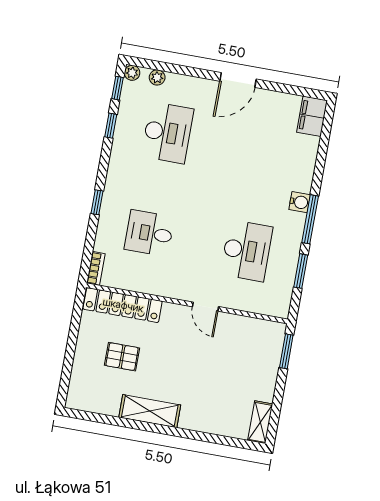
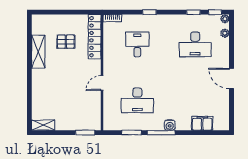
filing cabinet: (312, 116) -> (202, 123), moved
pallet: (122, 357) -> (66, 42), turned 90
shelving: (150, 411) -> (38, 51), moved

